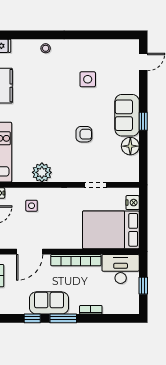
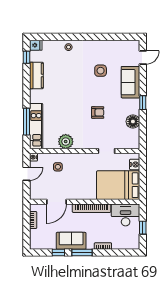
sofa: (127, 115) -> (130, 82), moved

